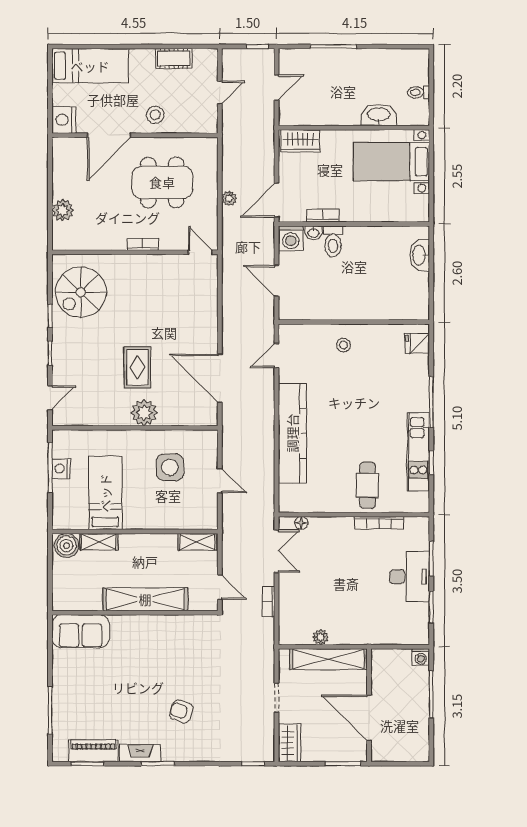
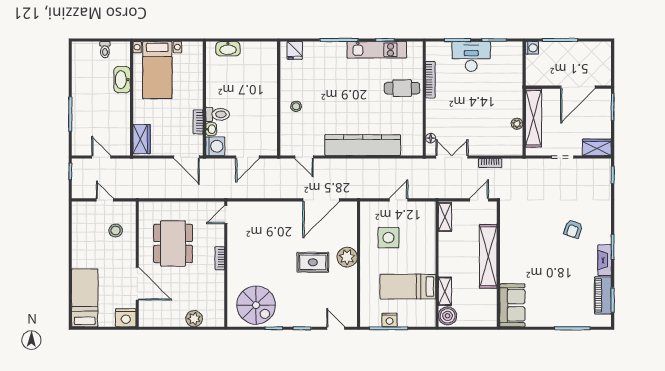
cot: (174, 58) -> (79, 235), removed
stool: (155, 115) -> (116, 230), moved
plant: (229, 198) -> (185, 193), removed

